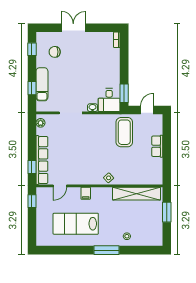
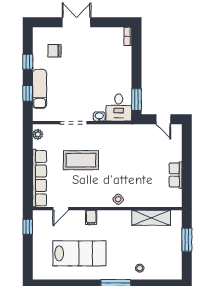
window: (32, 49) -> (28, 62), moved
door: (147, 110) -> (163, 119), swing flipped
coffee table: (124, 132) -> (81, 160), moved, turned 90
row of seats: (157, 146) -> (176, 175), moved
window: (32, 167) -> (28, 186), removed
shelving: (136, 194) -> (151, 218), width x0.68
lab bench: (76, 224) -> (79, 253), turned 180

